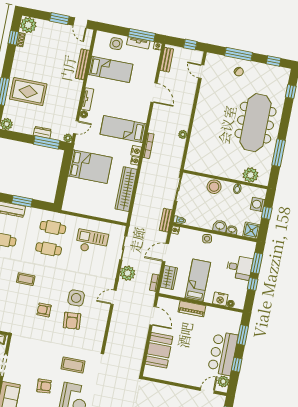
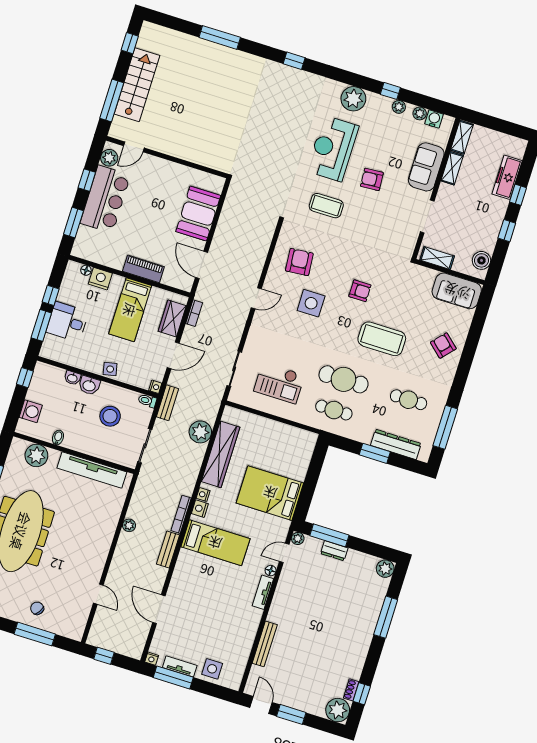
bench: (167, 60) -> (168, 550), moved
bed: (110, 69) -> (225, 632), removed
door: (201, 72) -> (98, 594), moved
rug: (28, 92) -> (348, 613), removed
door: (154, 93) -> (159, 609), moved
tv unit: (212, 169) -> (92, 470), added
stool: (214, 187) -> (110, 416), moved
window: (267, 213) -> (25, 378), moved
shower: (251, 230) -> (44, 374), removed
cafe table: (49, 249) -> (344, 379), width x1.37, depth x1.35
plant: (128, 273) -> (200, 432), moved
coffee table: (26, 279) -> (382, 339), width x1.86, depth x1.72
armchair: (72, 321) -> (299, 262), moved

